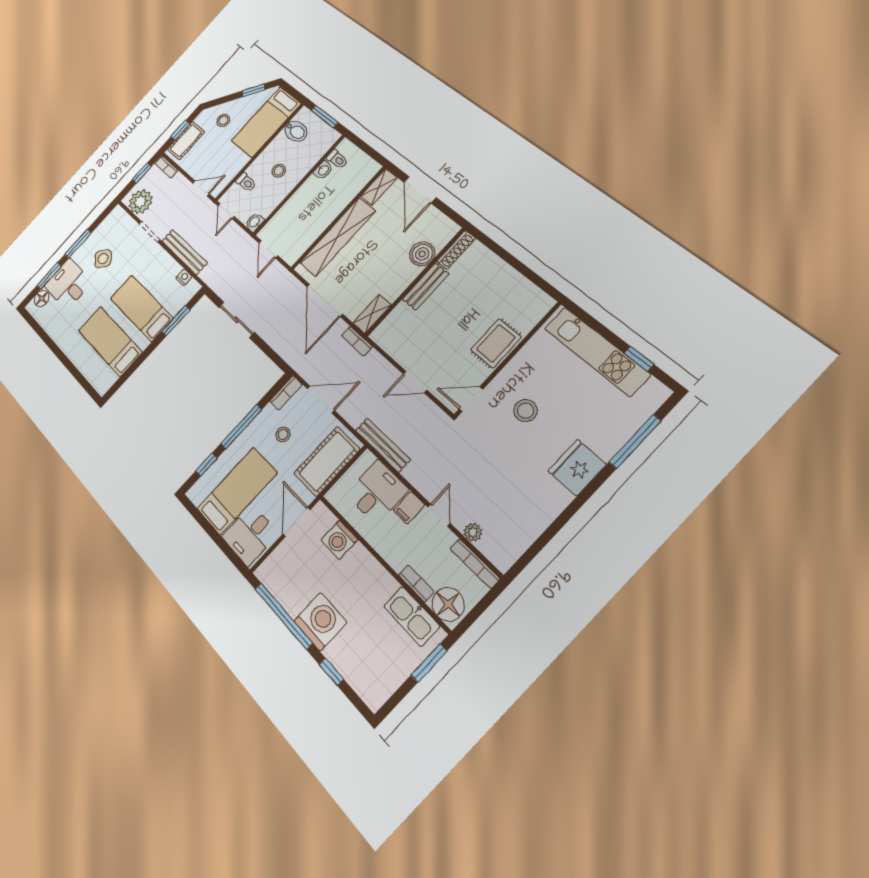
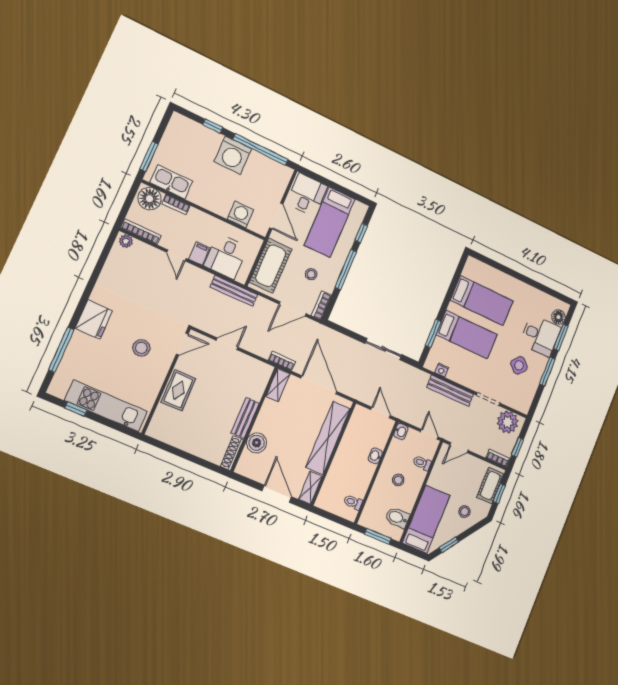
washbasin: (323, 170) -> (375, 456), moved
plant: (473, 532) -> (126, 241), moved

